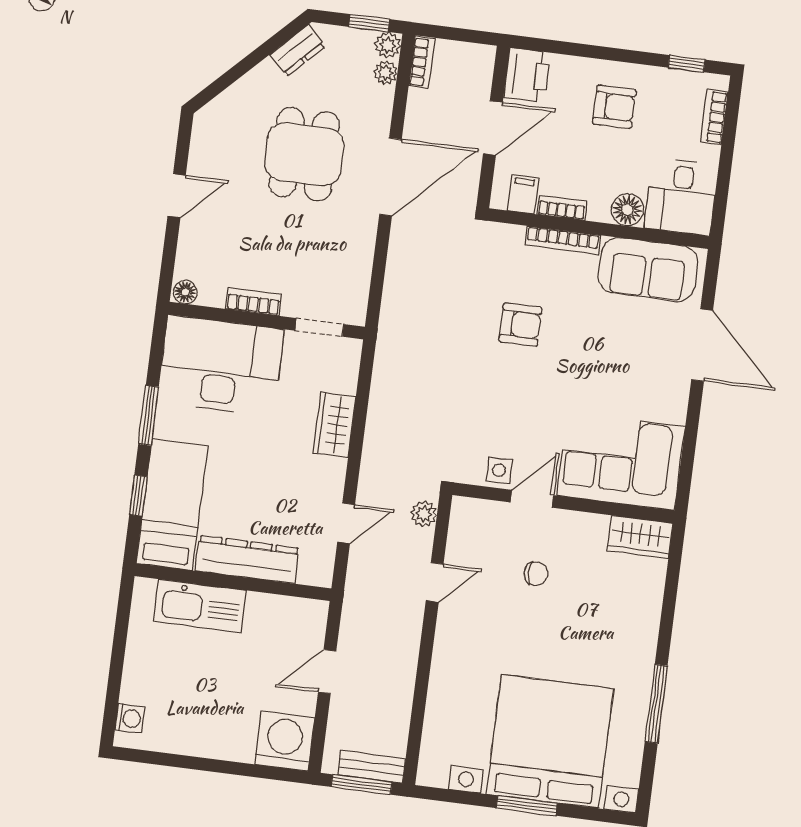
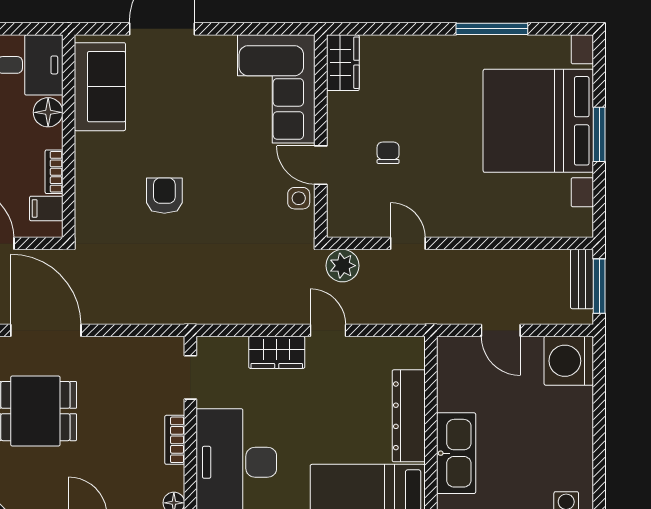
bookcase: (563, 240) -> (83, 167), removed
plant: (424, 514) -> (343, 266), width x1.38, depth x1.38
door: (346, 523) -> (328, 330), moved

